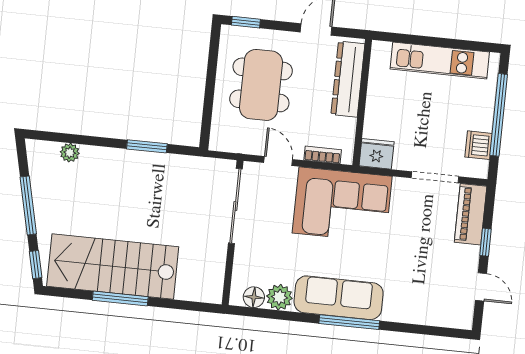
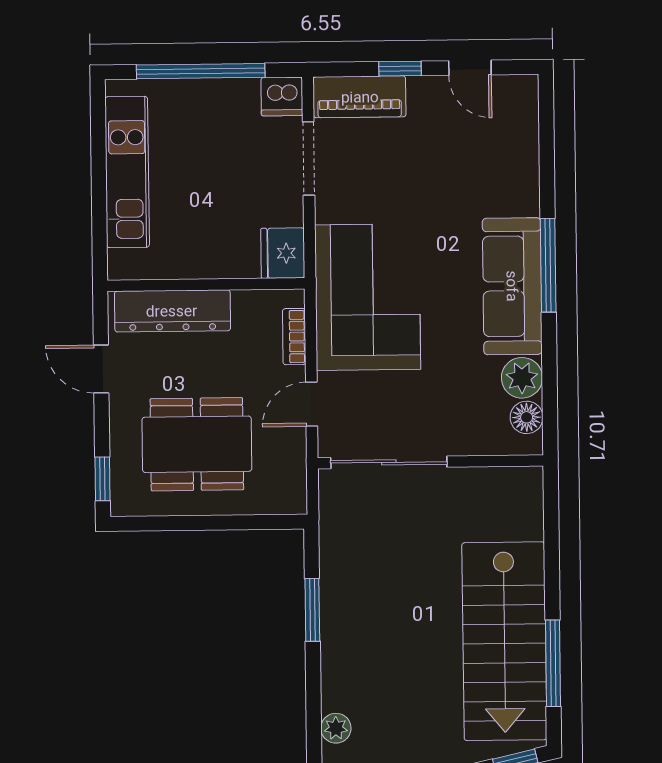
dishwasher: (479, 145) -> (282, 96), moved
door: (481, 287) -> (470, 68), swing flipped
window: (120, 298) -> (553, 663), moved

